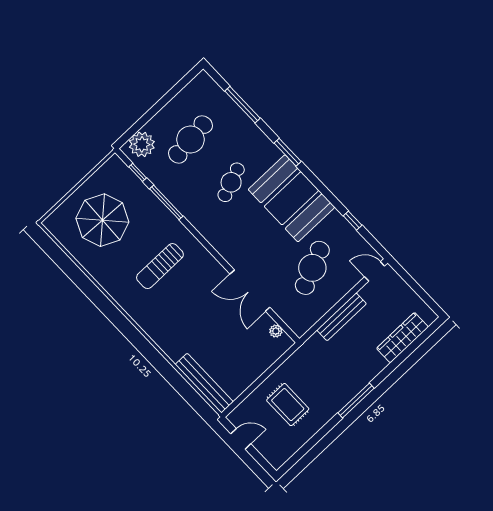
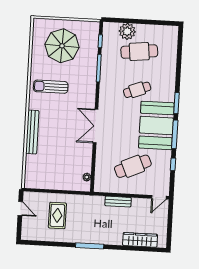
window: (243, 105) -> (175, 134), moved
plant: (142, 144) -> (127, 31), moved
sun lounger: (160, 266) -> (51, 87), moved
door: (375, 271) -> (159, 197), swing flipped
double door: (250, 291) -> (96, 126), moved
bench: (342, 317) -> (118, 202), width x0.73
bench: (204, 383) -> (32, 132), moved

